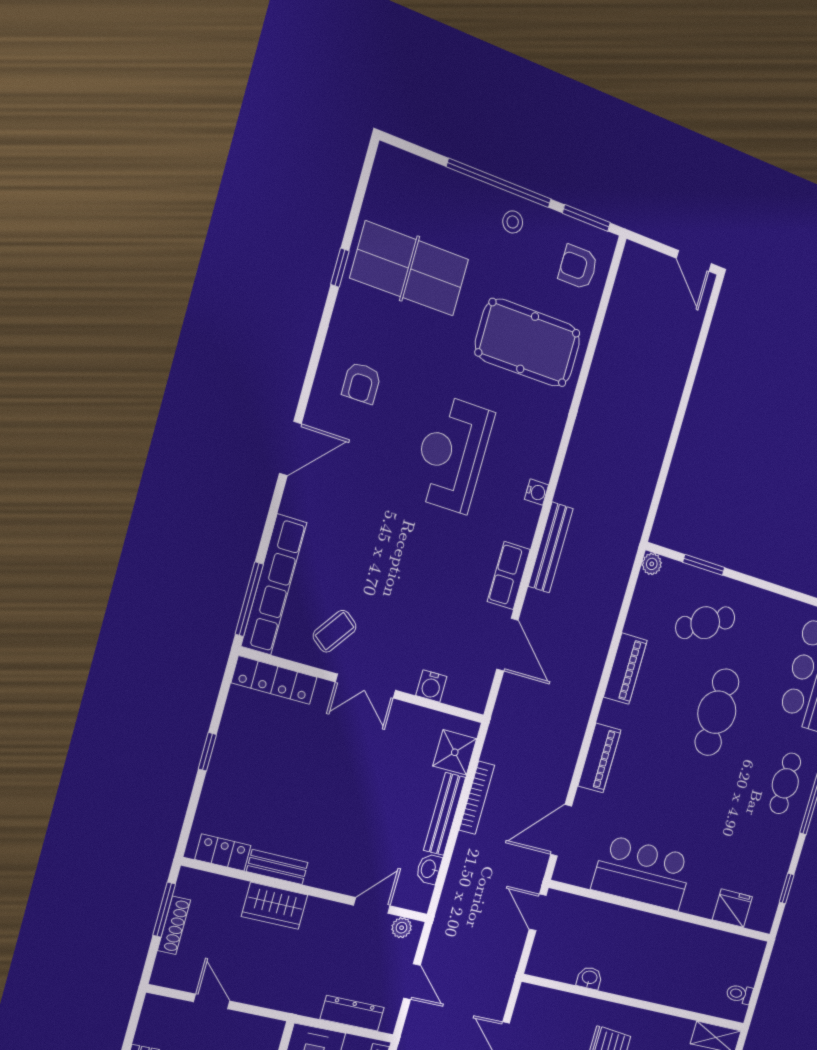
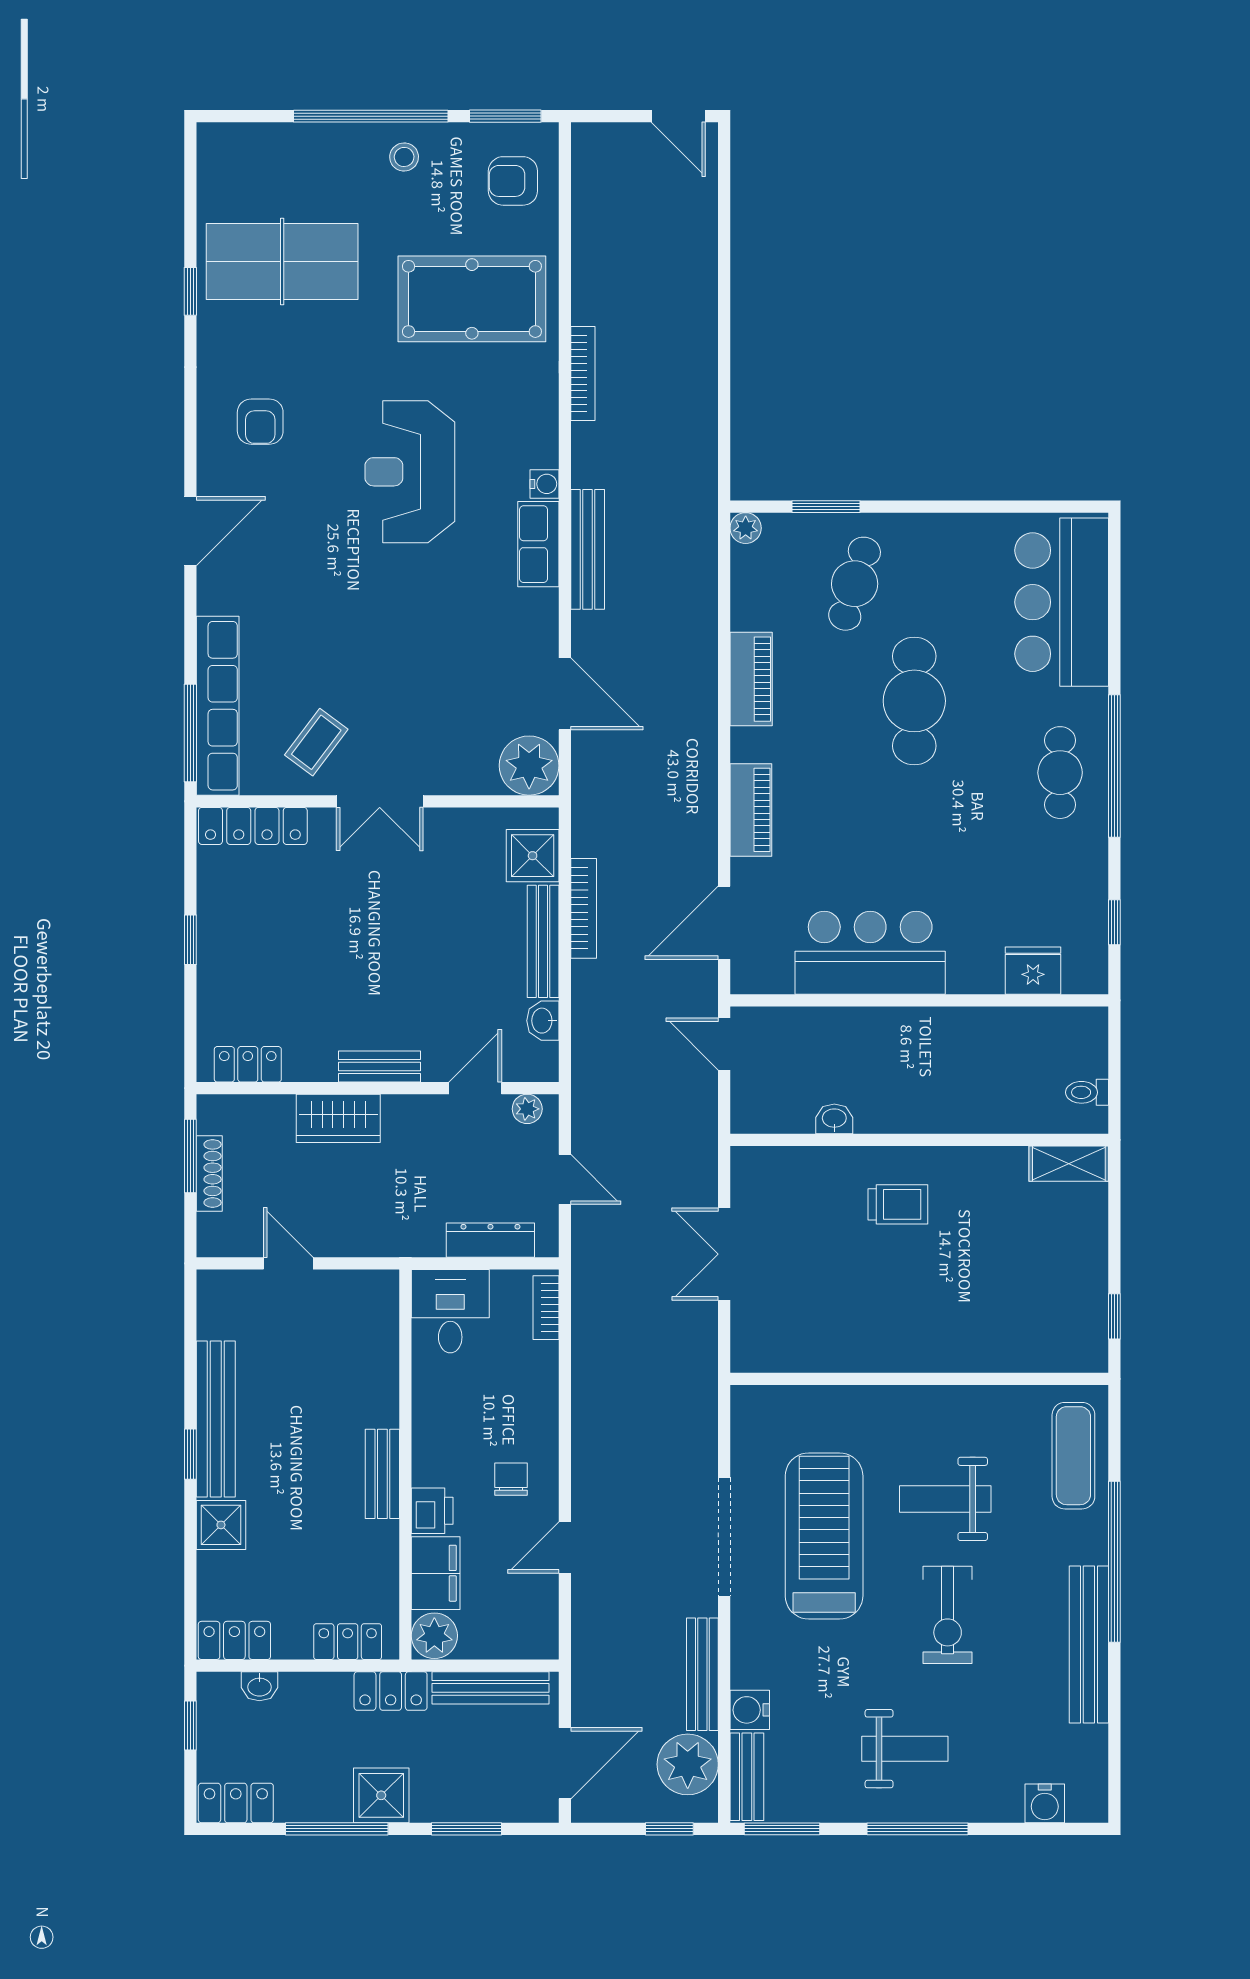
bookcase: (583, 422) -> (583, 374), added
row of seats: (509, 576) -> (538, 544), moved
cafe table: (705, 623) -> (855, 584), turned -46
water cooler: (431, 686) -> (472, 777), removed
plant: (470, 688) -> (529, 766), added
bench: (277, 867) -> (379, 1066), moved

